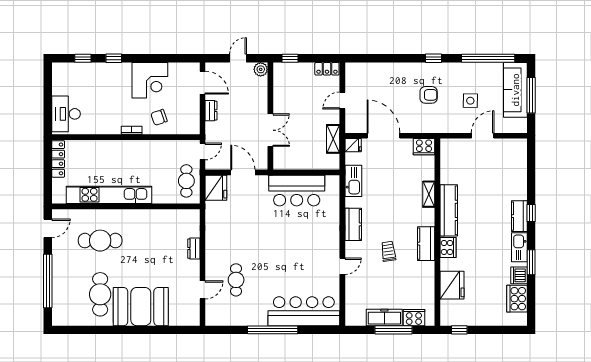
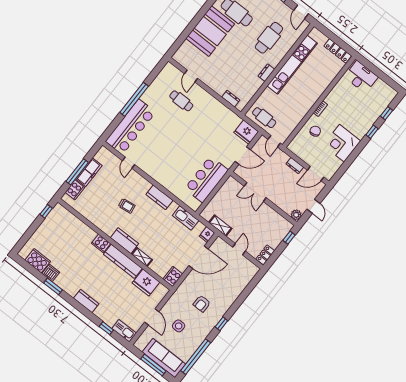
window: (531, 213) -> (106, 328), moved
dresser: (138, 215) -> (266, 73), added
kitchen counter: (426, 244) -> (124, 241), moved
kitchen sink: (519, 247) -> (124, 331), moved
dresser: (194, 249) -> (231, 99), moved
door: (342, 266) -> (129, 163), moved
fridge: (452, 285) -> (146, 283), moved

